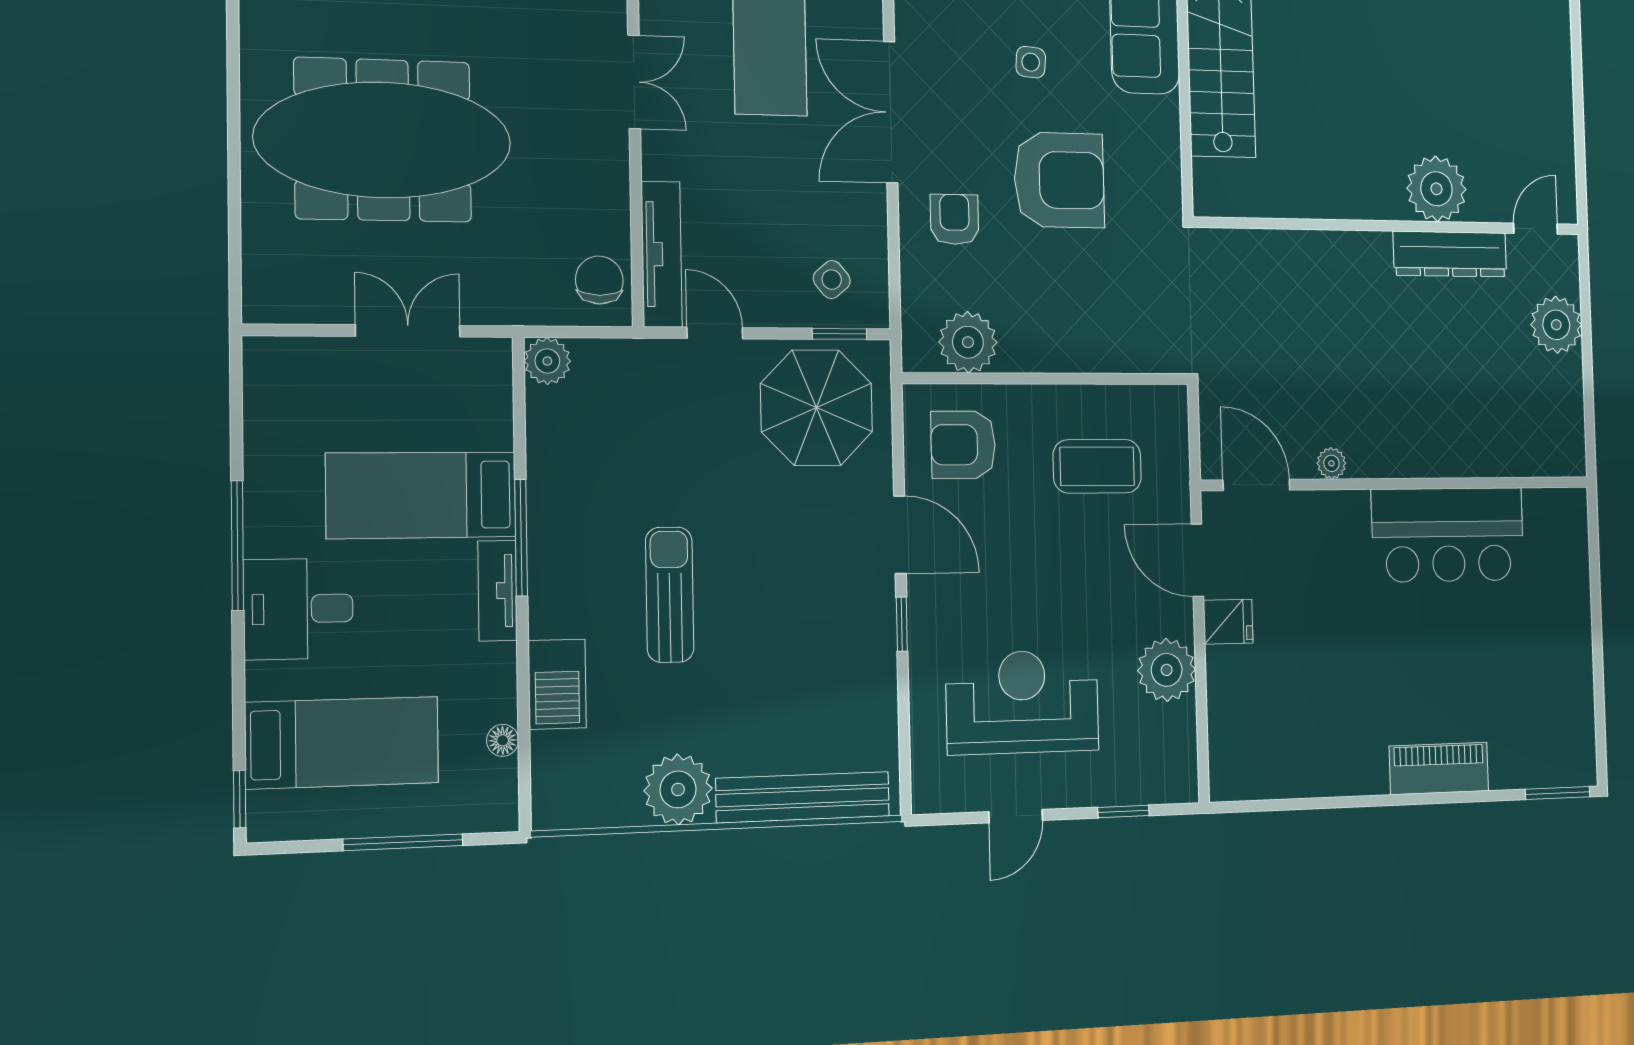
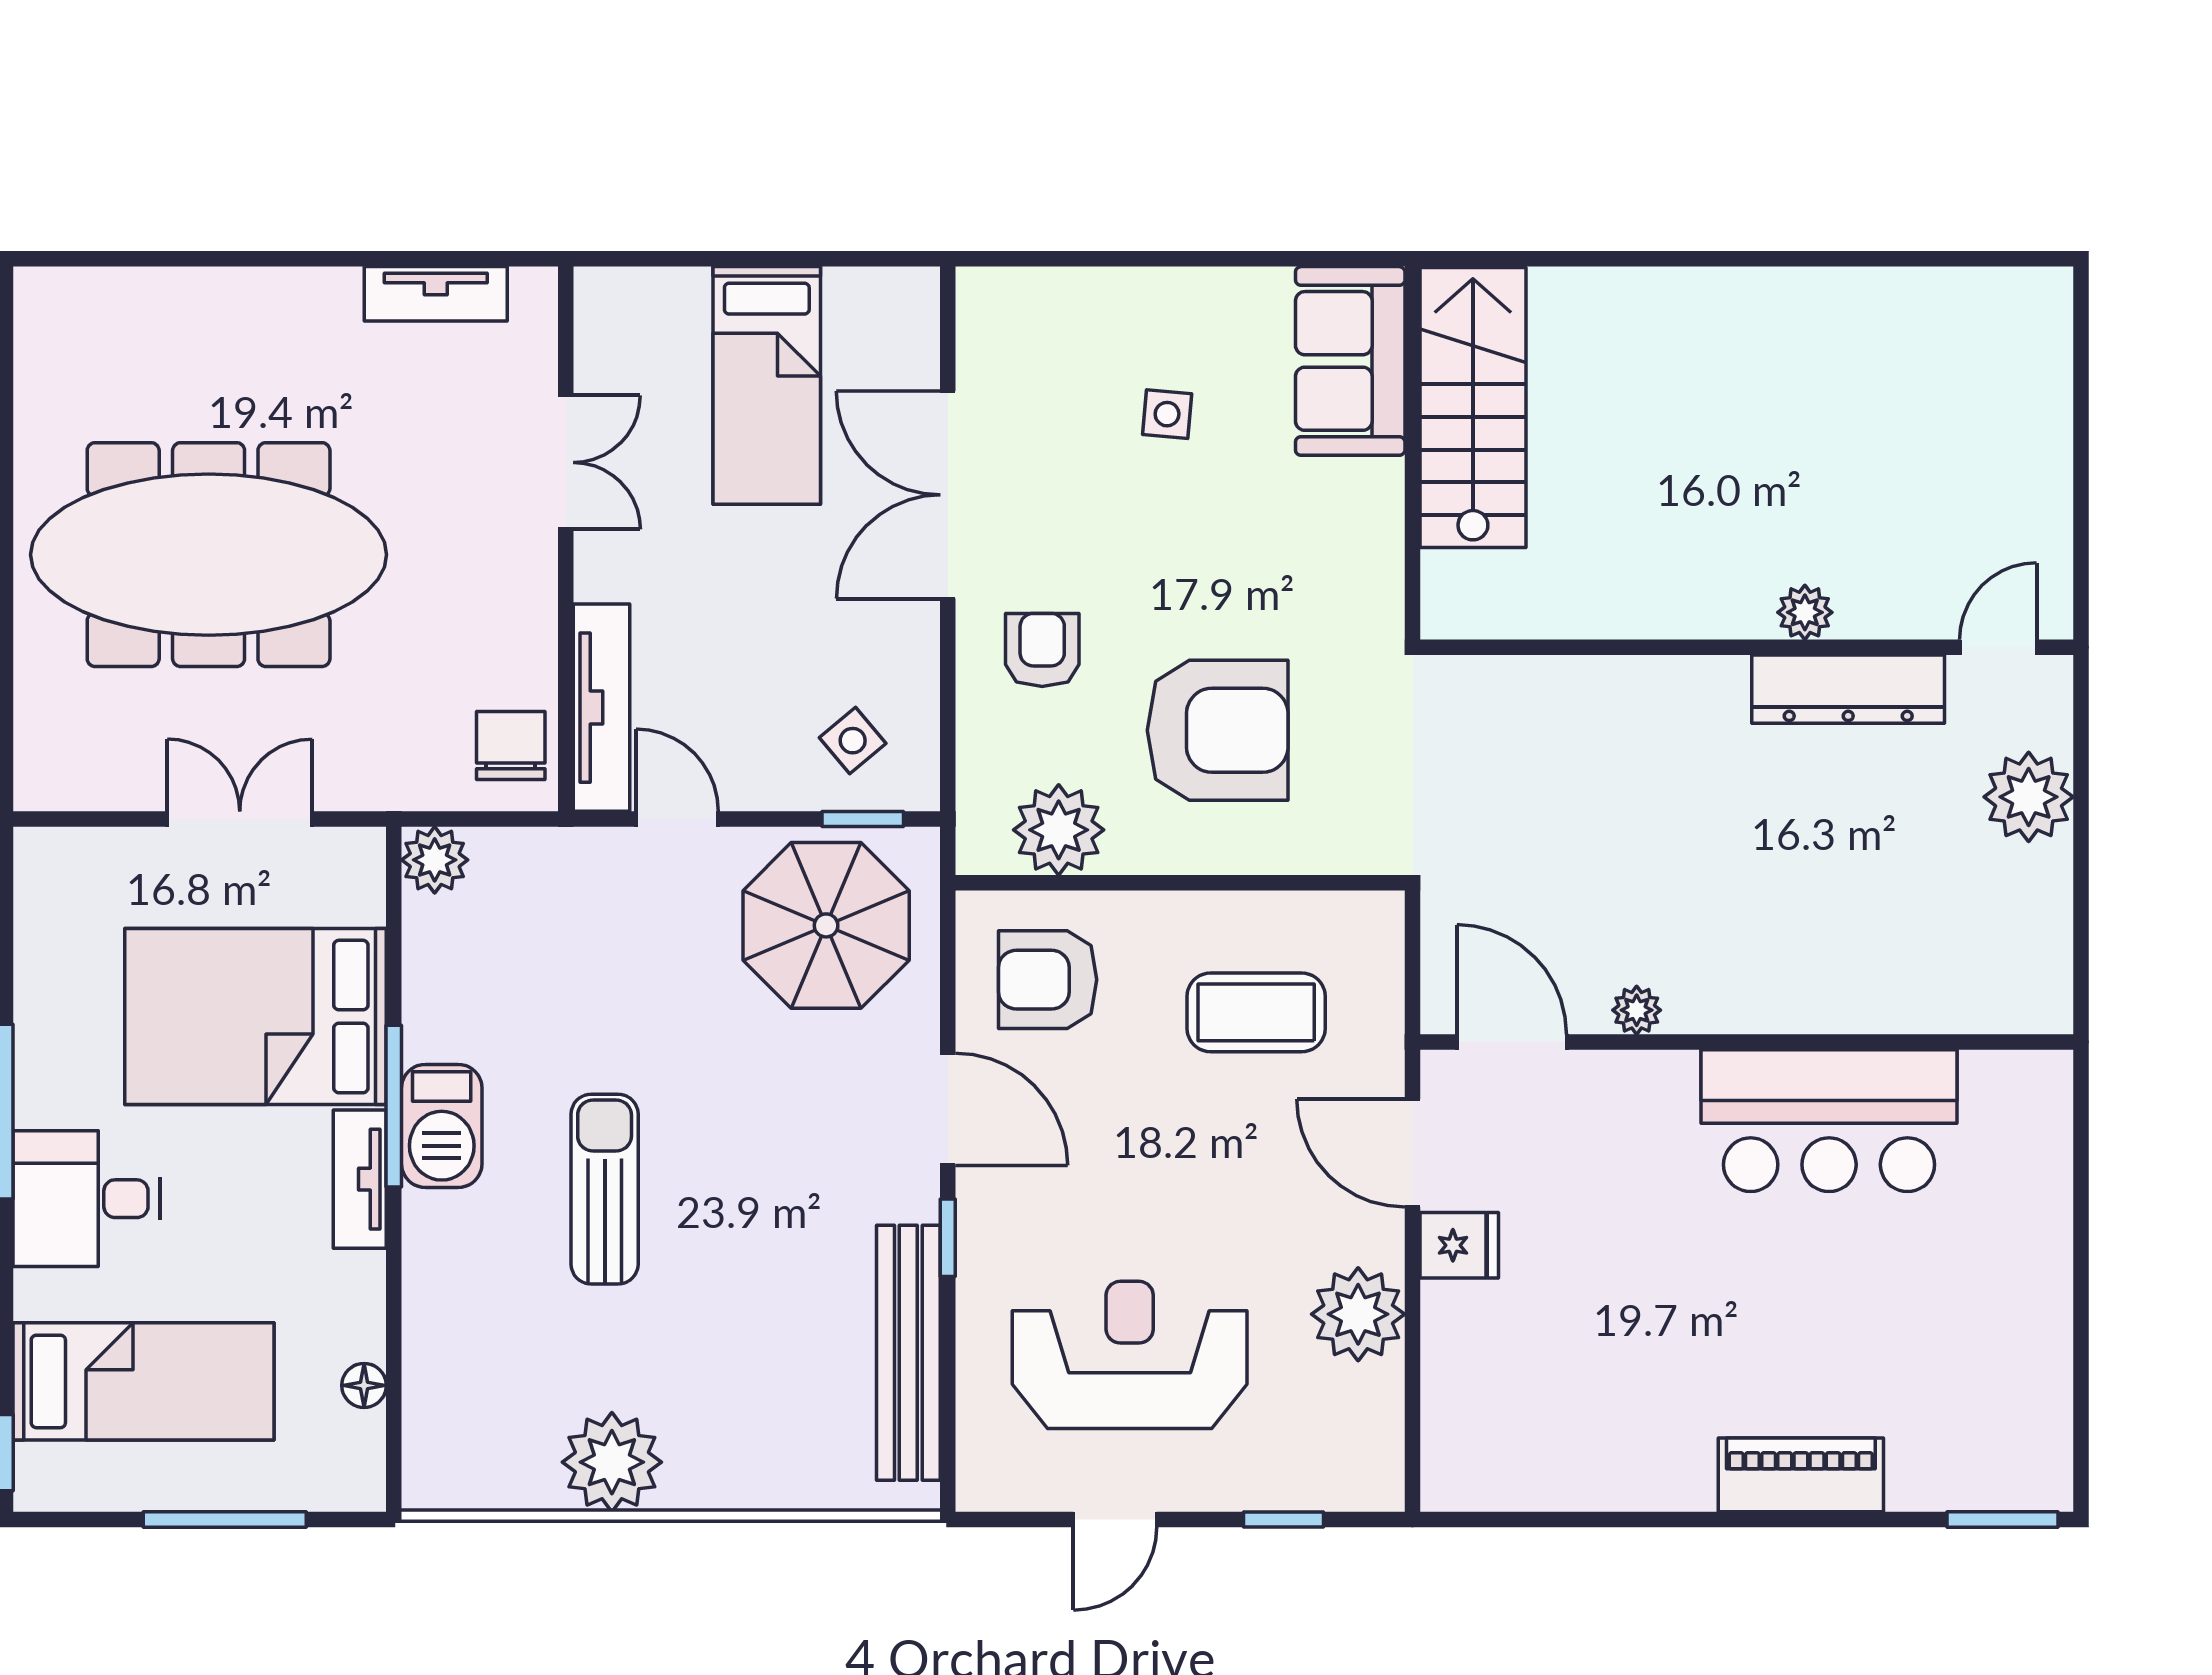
armchair: (1059, 180) -> (1218, 730), moved
plant: (1436, 189) -> (1805, 612), width x0.53, depth x0.53
bed: (421, 495) -> (255, 1017), width x1.50
barbecue: (557, 684) -> (442, 1126), moved
bench: (803, 797) -> (908, 1353), moved, turned 90

